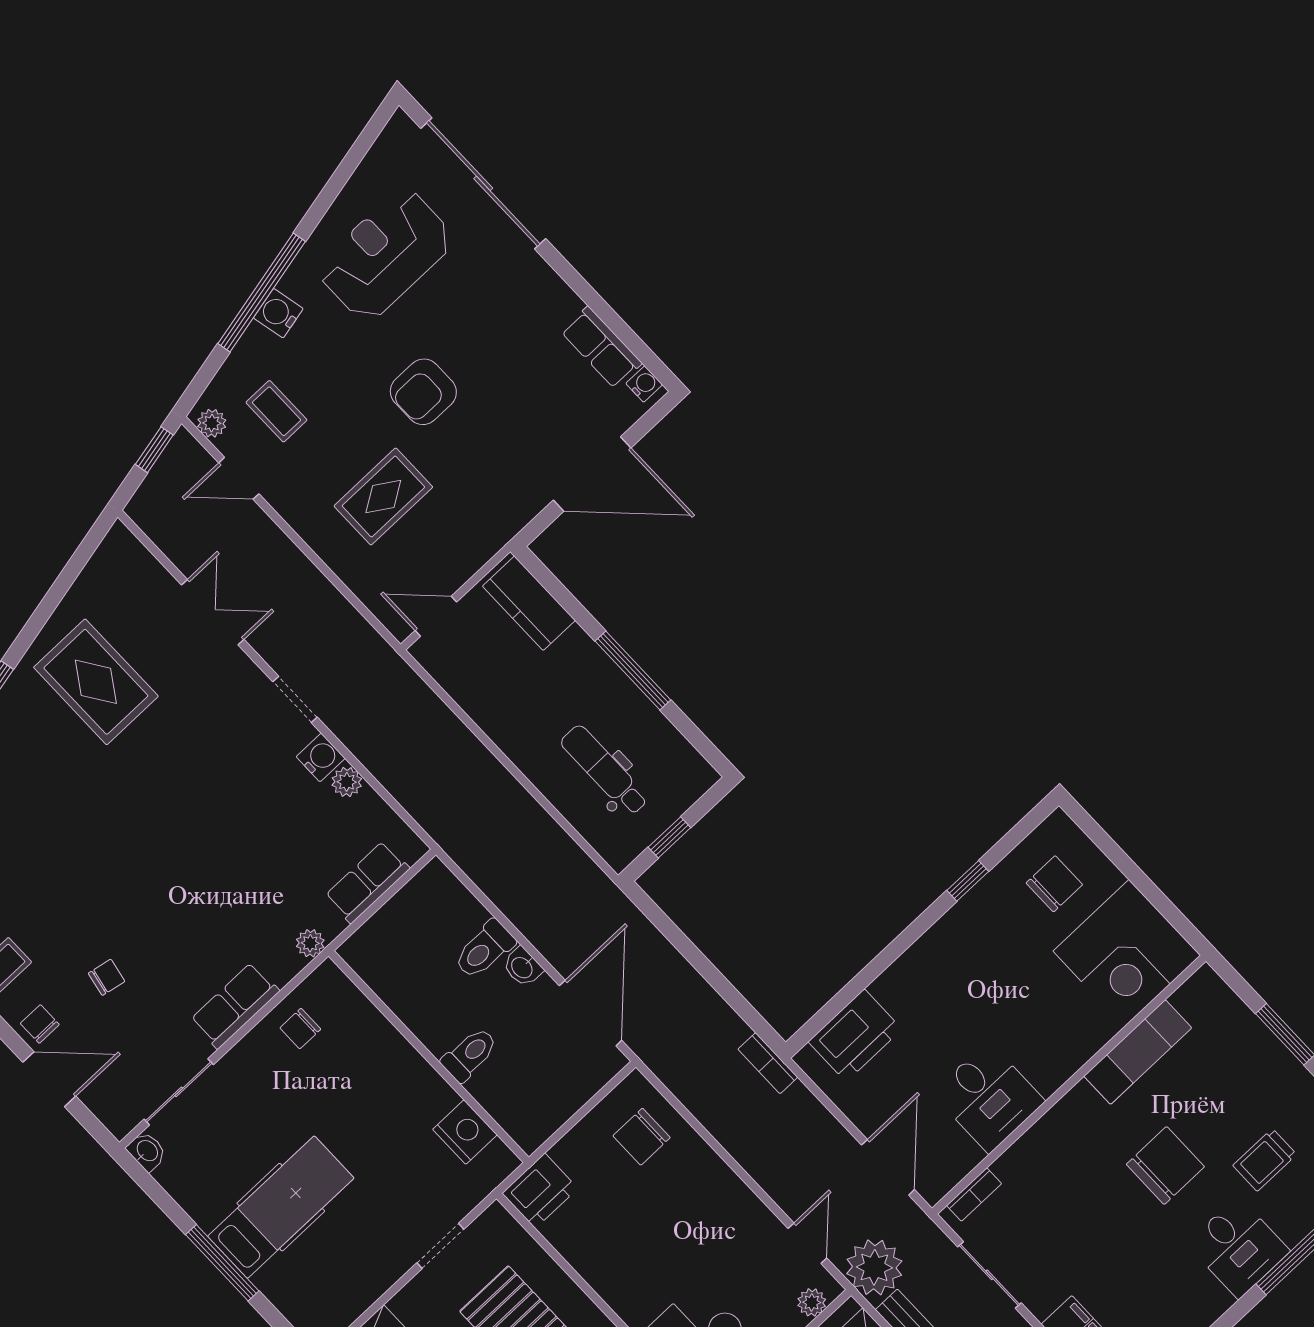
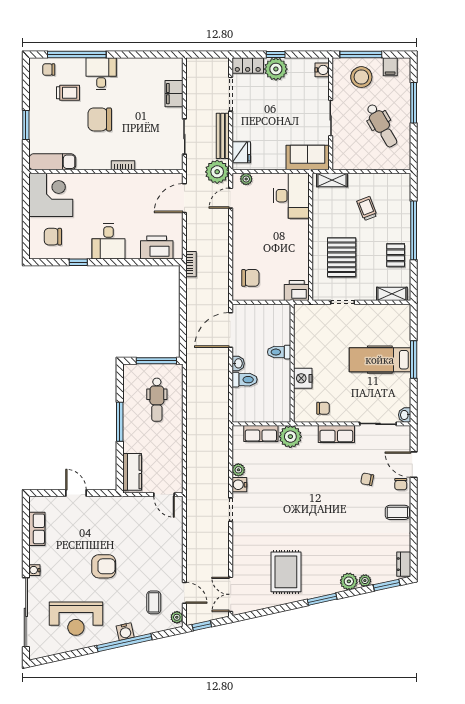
water cooler: (644, 384) -> (34, 570), moved
door: (592, 474) -> (76, 493), width x0.53
rug: (383, 496) -> (146, 546), removed
double door: (213, 612) -> (231, 594), moved
window: (669, 837) -> (156, 361), width x2.17
plant: (310, 943) -> (290, 437), width x1.87, depth x1.87
exam couch: (1138, 1052) -> (52, 162), moved
desk: (989, 1097) -> (109, 242), moved, turned 180
nightstand: (465, 1132) -> (303, 378), moved
bookcase: (974, 1195) -> (123, 165), moved

